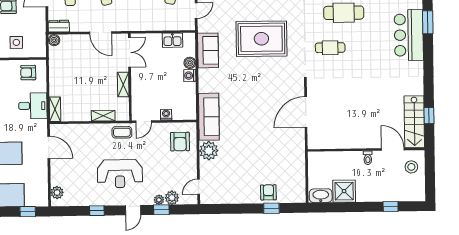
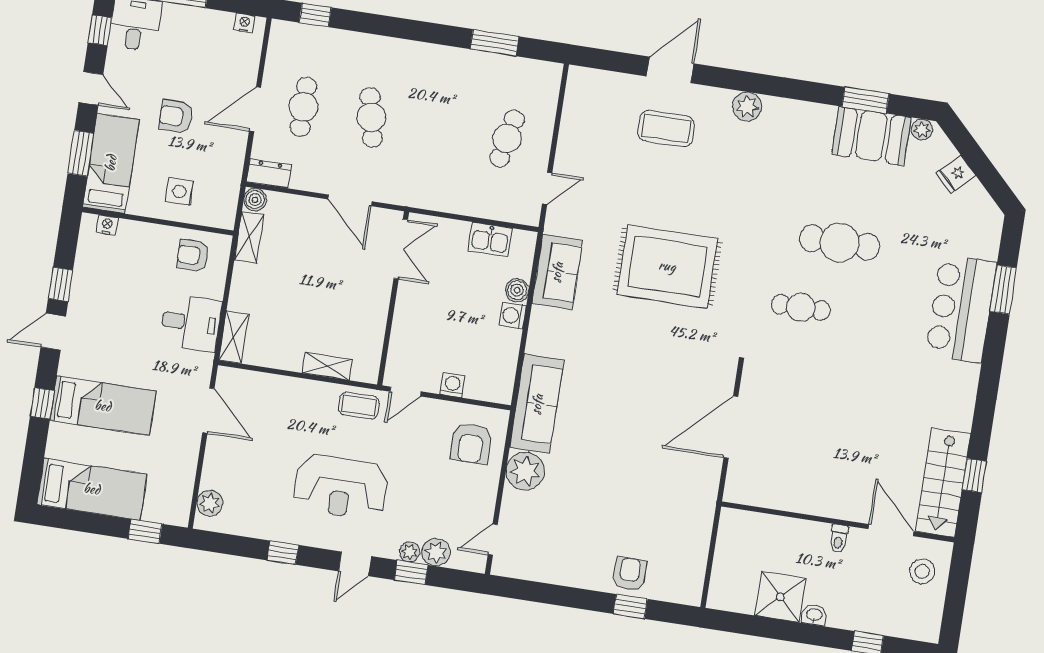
shelving: (123, 85) -> (249, 237), moved
washbasin: (321, 196) -> (814, 615), moved, width x0.52, depth x0.69

